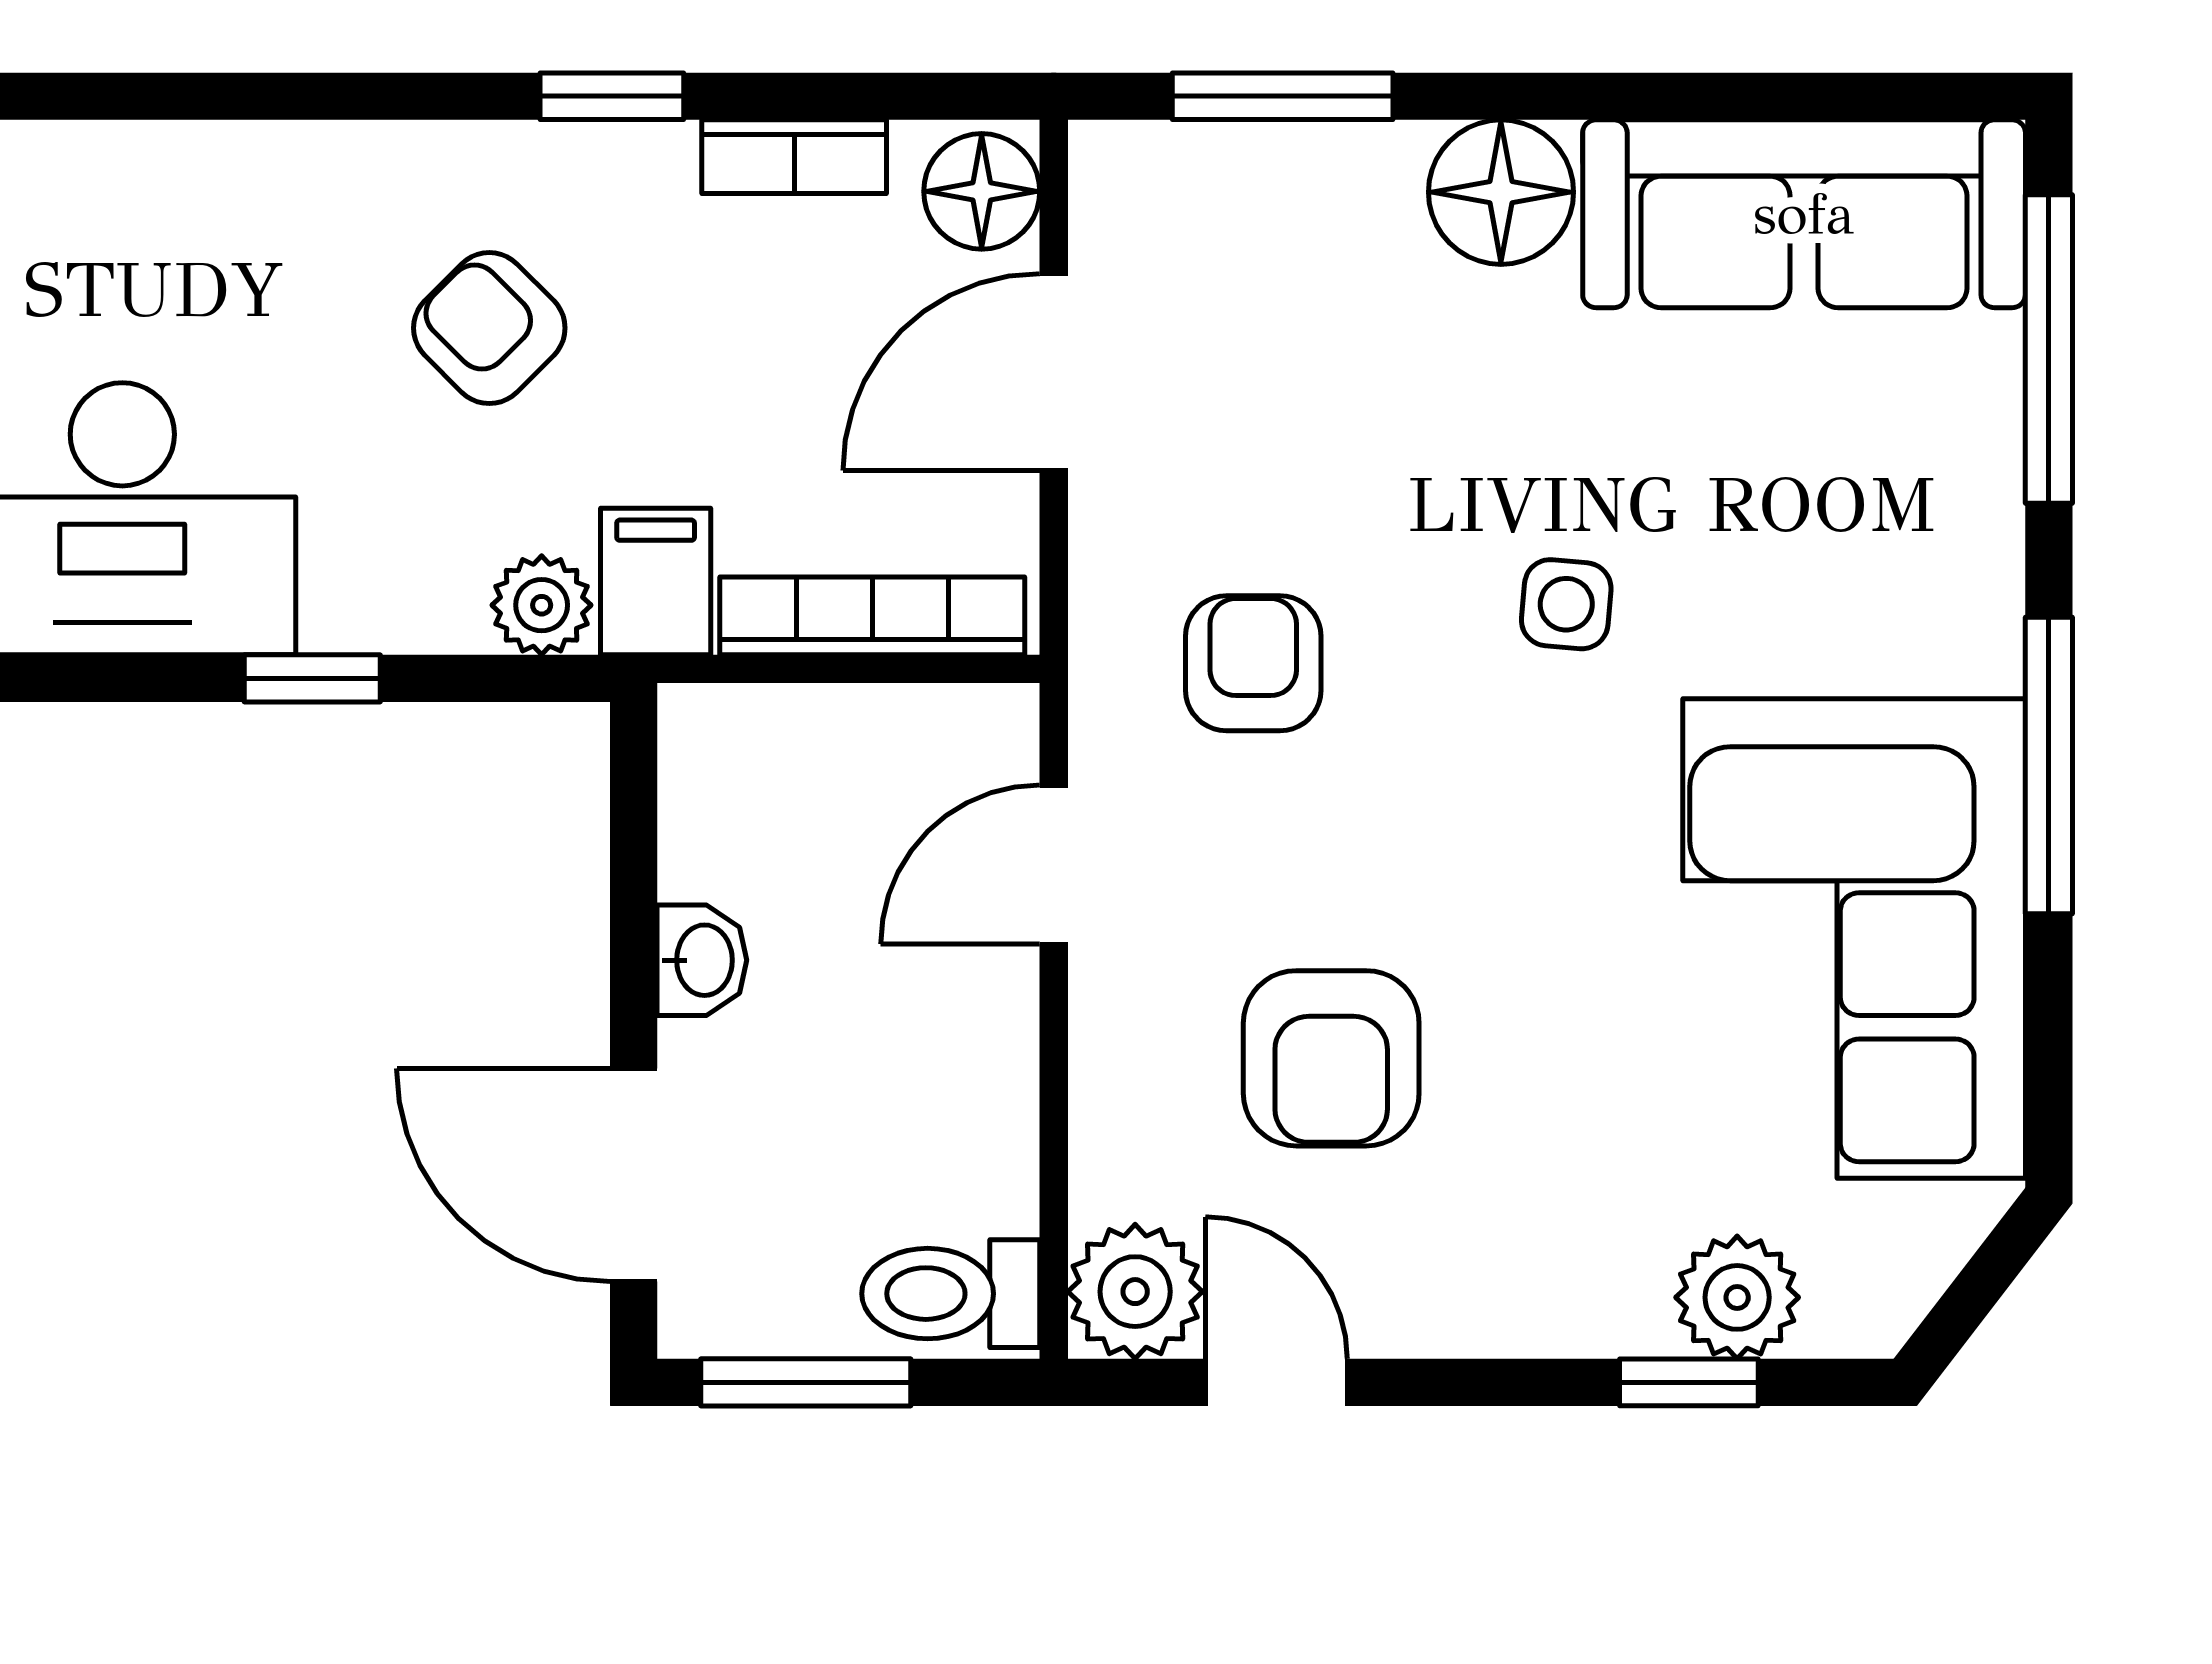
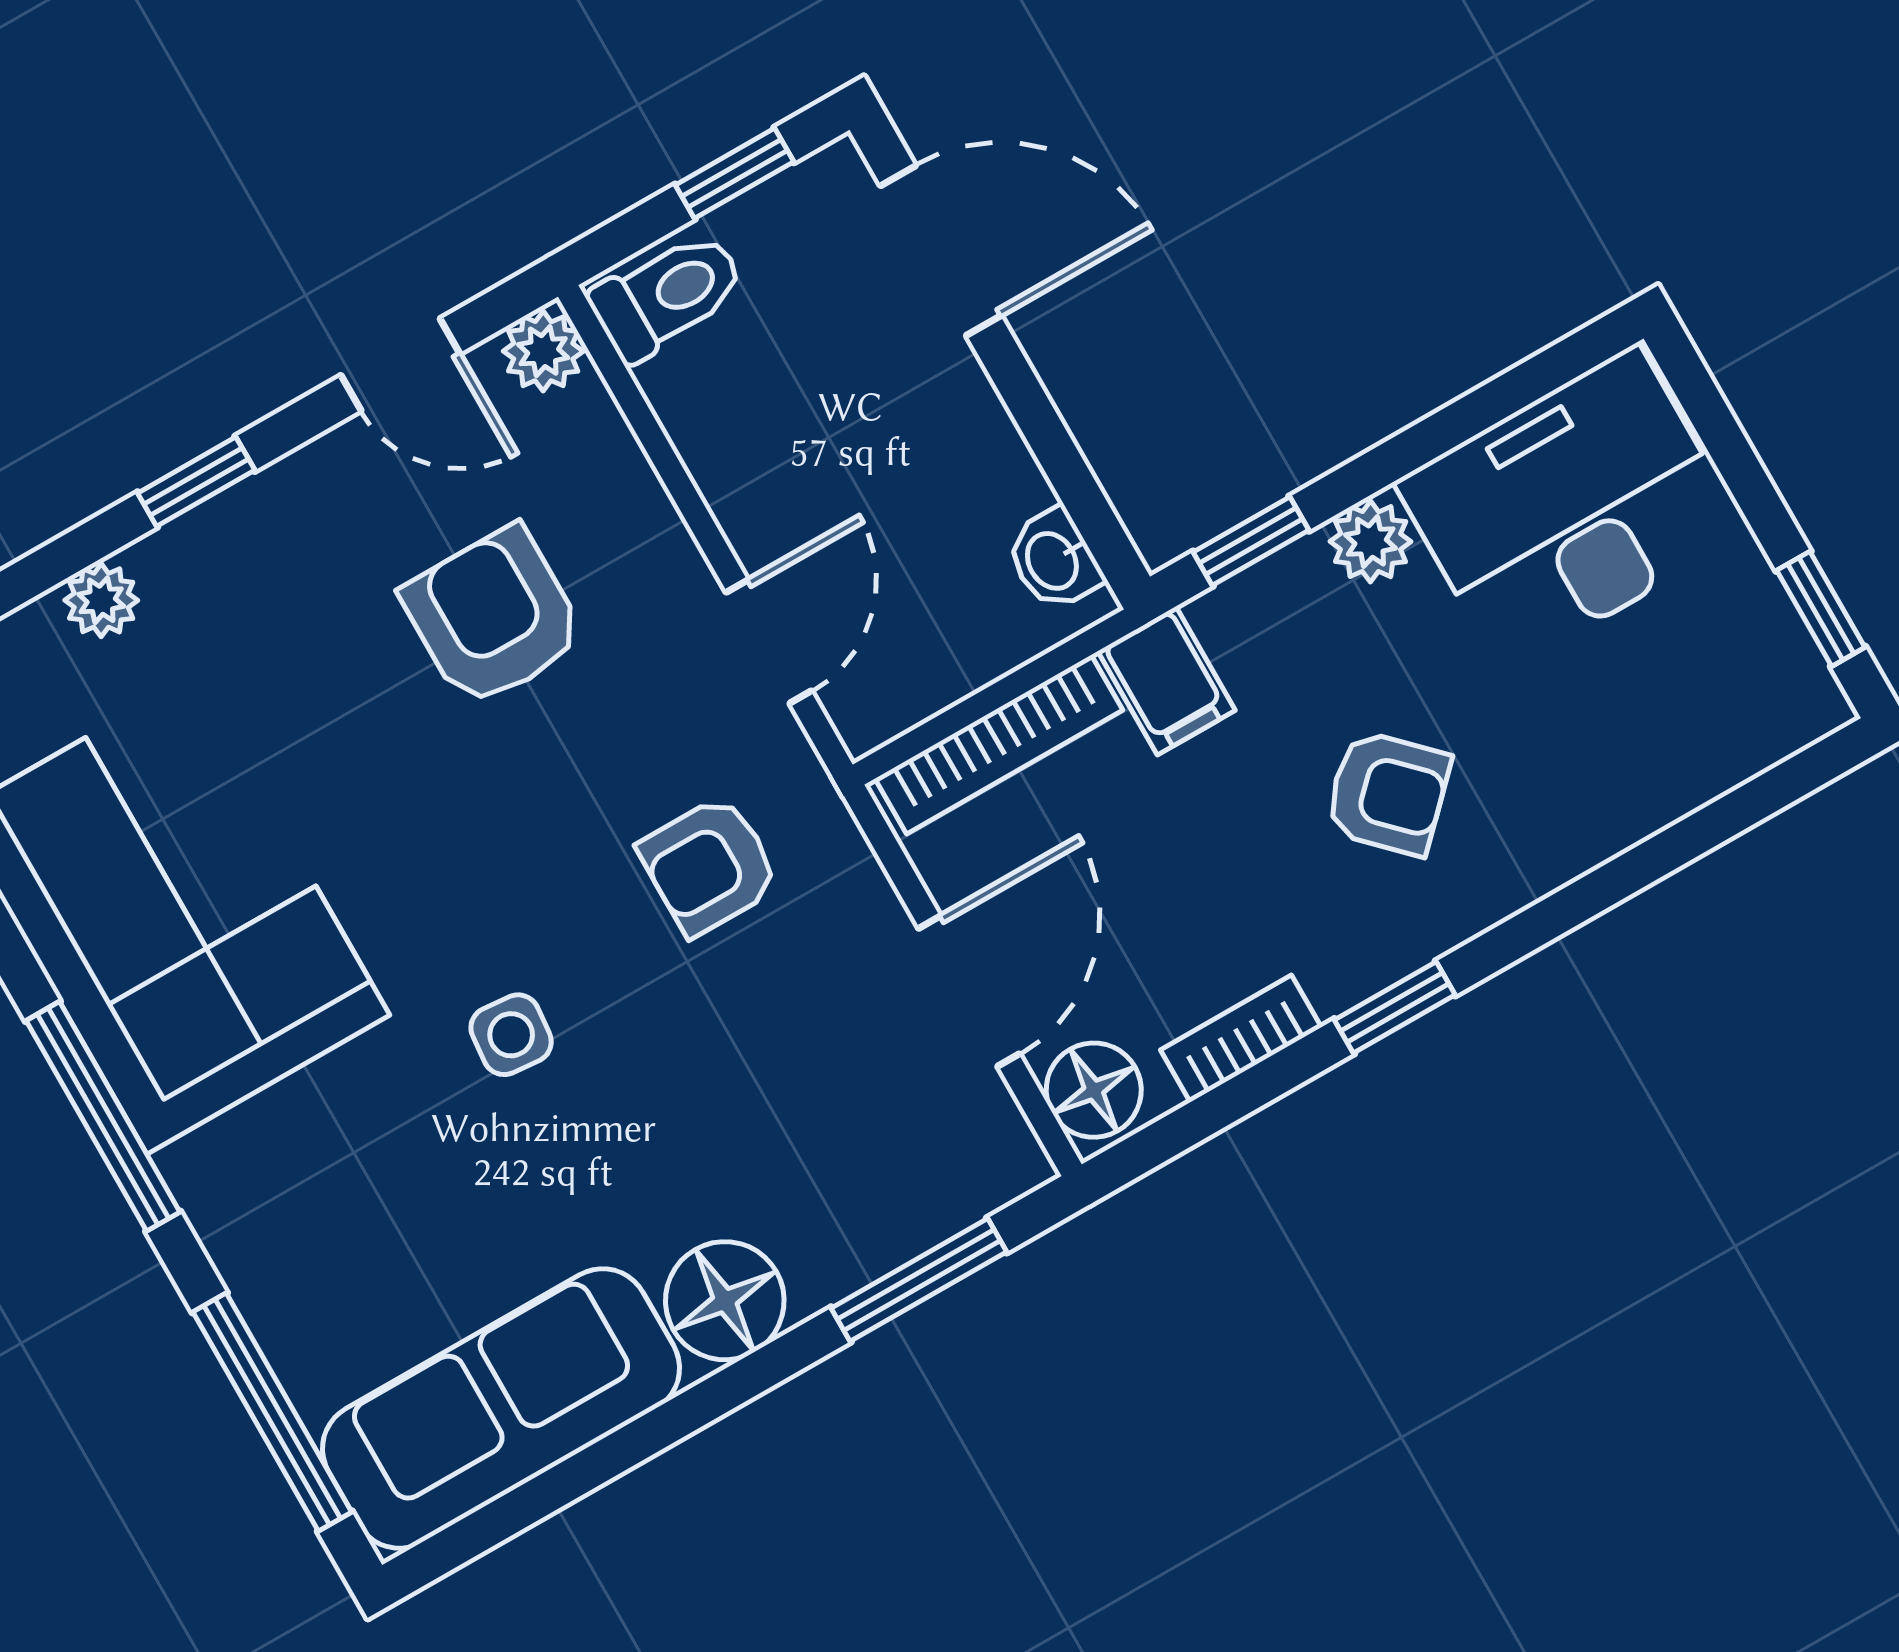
plant: (542, 605) -> (1371, 542), moved
armchair: (1253, 663) -> (709, 866), turned 90
window: (312, 678) -> (1251, 541), moved
washbasin: (702, 960) -> (1054, 560), moved
plant: (1135, 1292) -> (543, 351), width x0.73, depth x0.73
plant: (1737, 1297) -> (101, 600), width x0.73, depth x0.73
window: (806, 1382) -> (735, 173), width x0.67
window: (1689, 1382) -> (196, 482), moved

